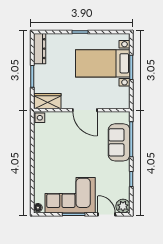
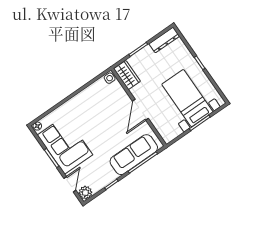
sofa: (119, 142) -> (134, 155), width x1.36

